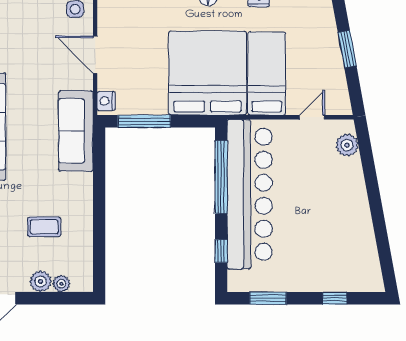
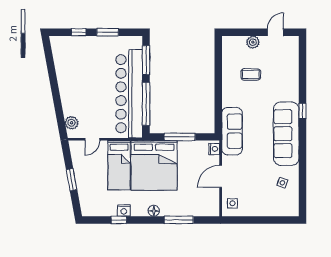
door: (95, 55) -> (221, 176), swing flipped
window: (144, 121) -> (180, 137), moved
window: (221, 251) -> (146, 60), width x2.17
plant: (61, 284) -> (241, 41), removed
window: (268, 298) -> (108, 32), moved

